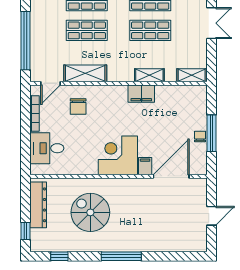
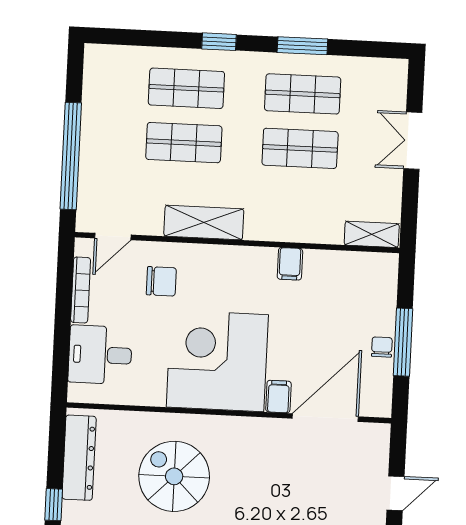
double door: (211, 23) -> (413, 141), swing flipped
shelving: (85, 73) -> (204, 223), moved
shelving: (149, 75) -> (294, 230), removed
filing cabinet: (141, 94) -> (290, 264), width x0.50
chair: (78, 107) -> (161, 281), turned -90
corner desk: (118, 155) -> (217, 361), width x1.36, depth x1.36

